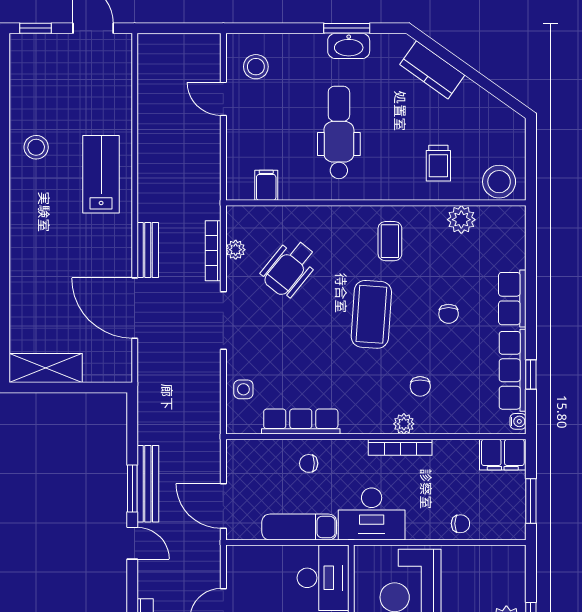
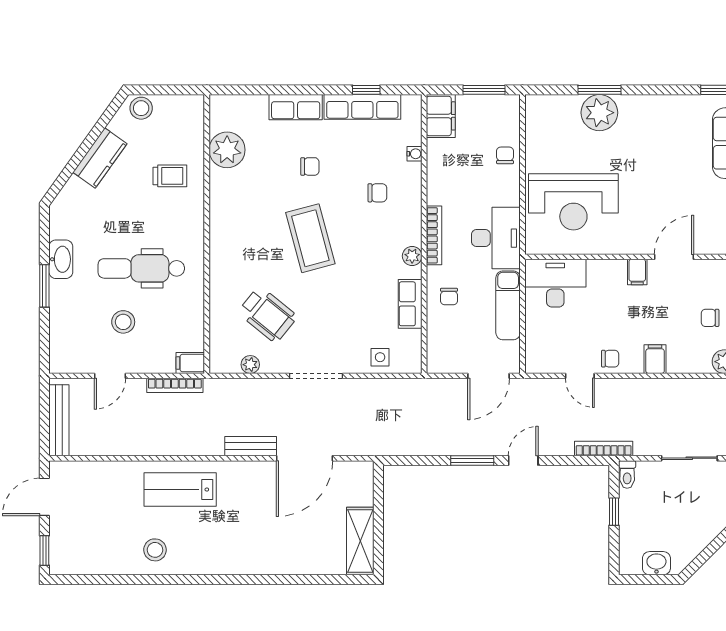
window: (347, 28) -> (44, 286), moved
stool: (256, 67) -> (123, 322), moved
kitchen counter: (432, 70) -> (100, 158), moved
stool: (499, 182) -> (141, 108), moved, width x0.73, depth x0.73
filing cabinet: (266, 185) -> (190, 363), moved
plant: (461, 220) -> (227, 150), width x1.36, depth x1.36
coffee table: (390, 241) -> (242, 221), removed
bookcase: (213, 251) -> (175, 385), moved
coffee table: (371, 314) -> (310, 238), turned 71
water cooler: (518, 421) -> (414, 154), moved, turned 90
row of seats: (301, 422) -> (410, 304), width x0.68
plant: (404, 424) -> (412, 256), moved
bookcase: (400, 447) -> (434, 235), moved
bench: (148, 484) -> (59, 420), moved, turned 90

